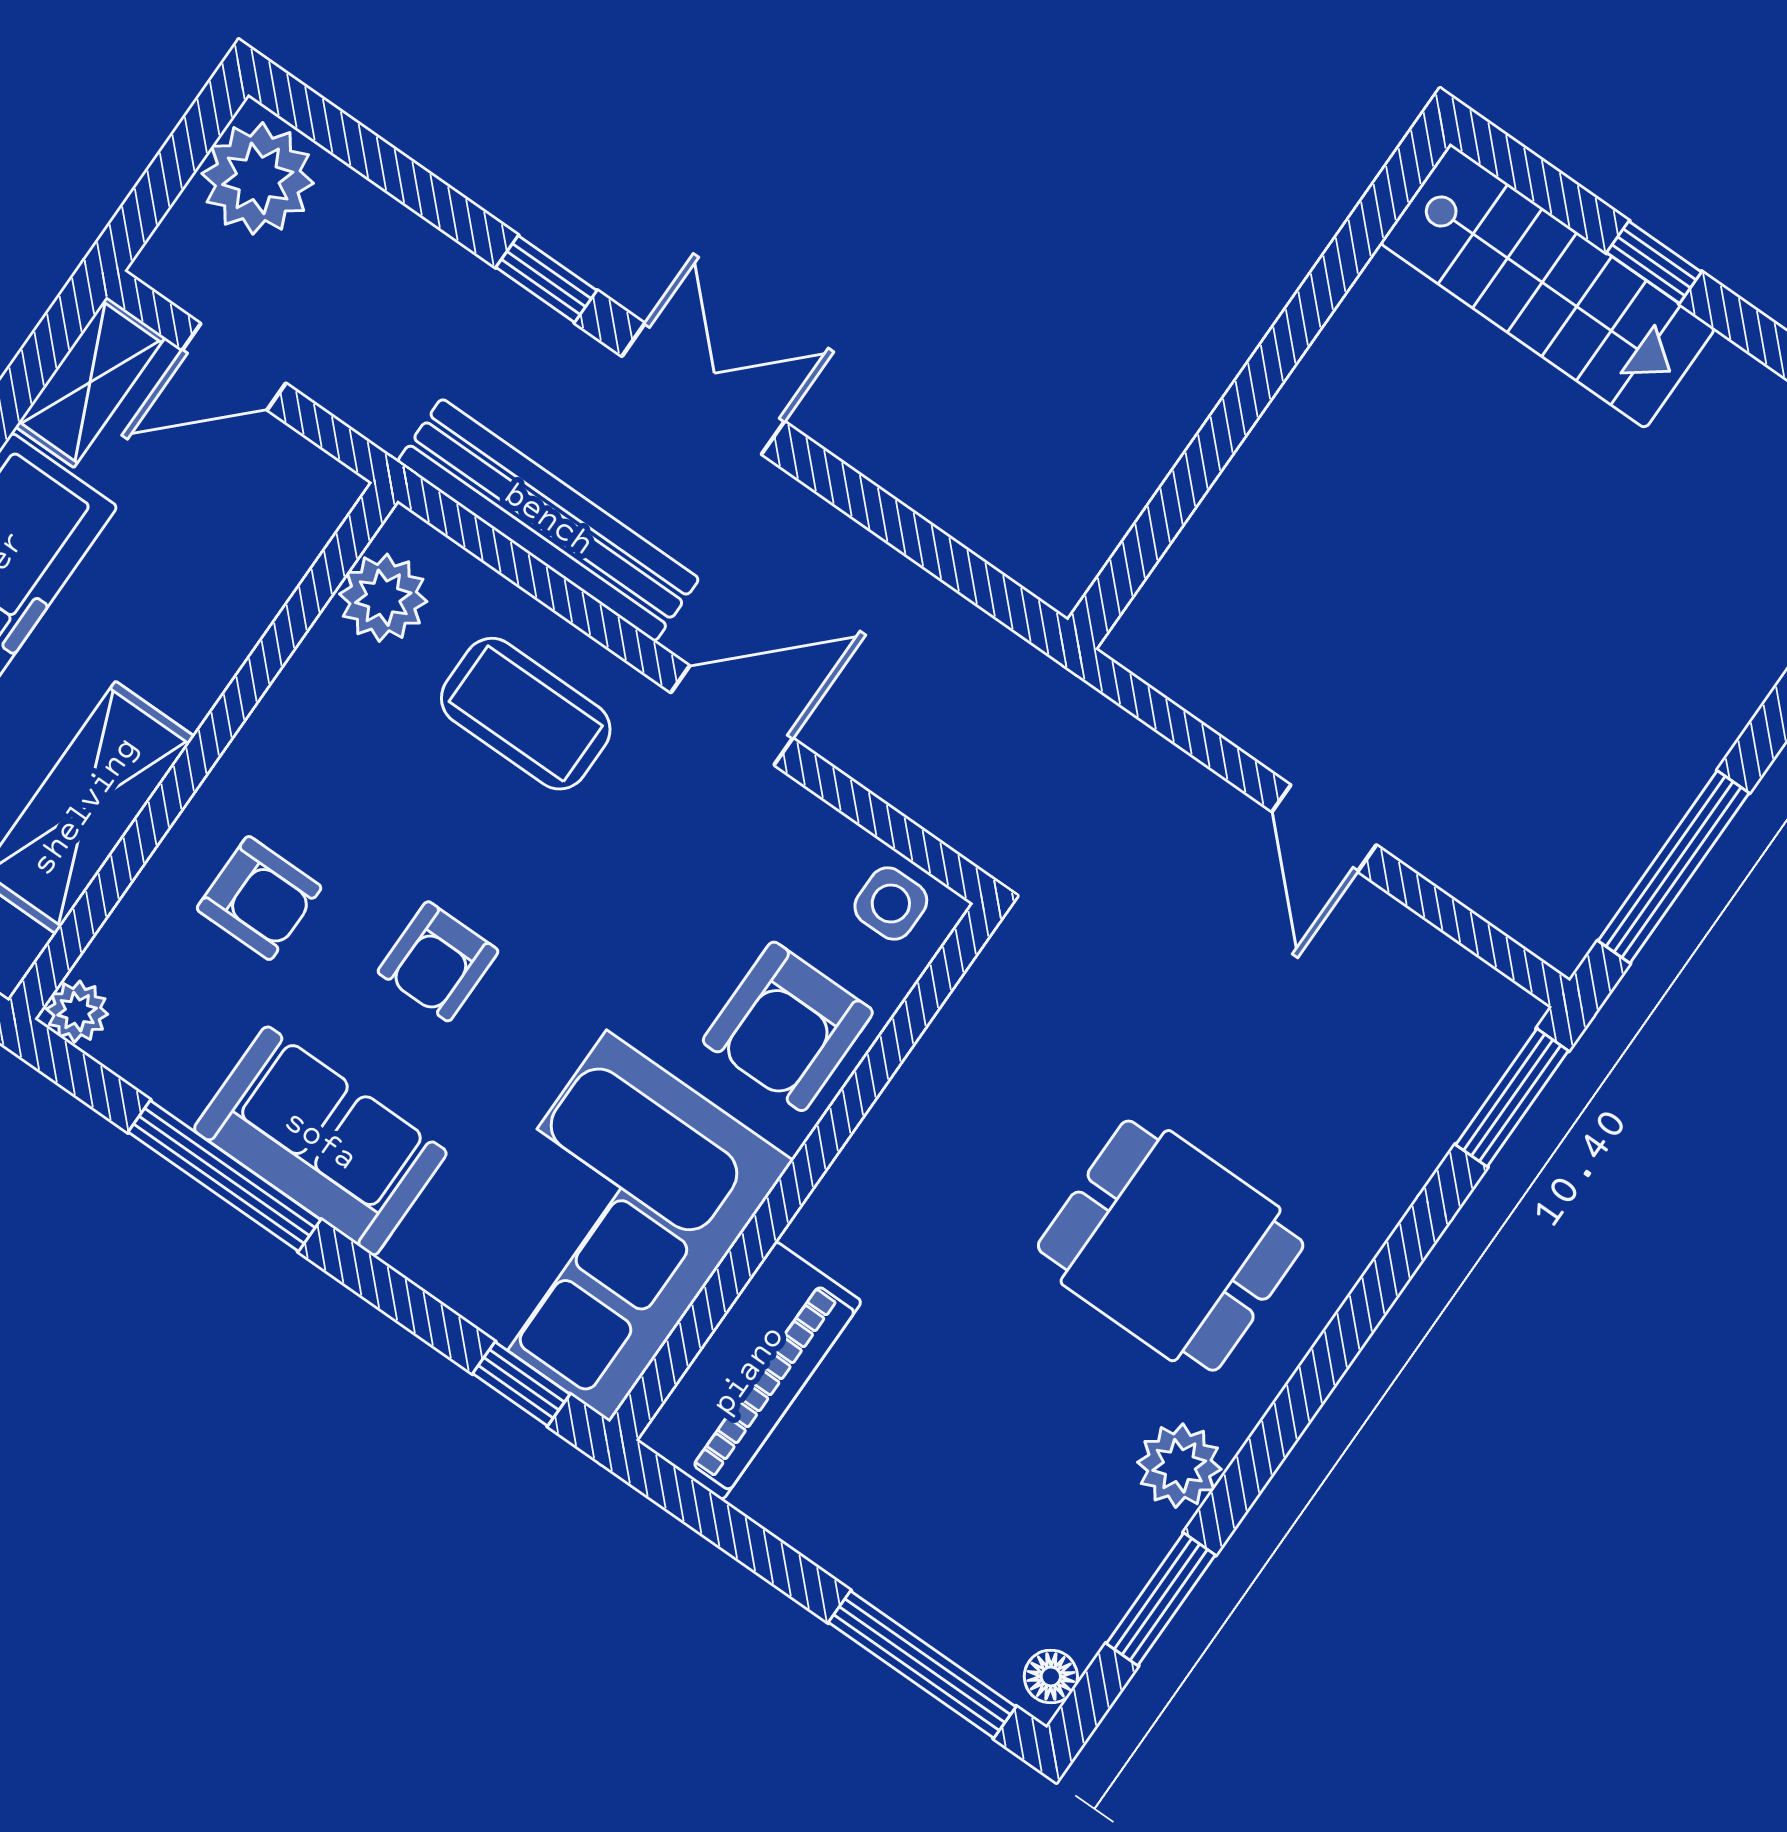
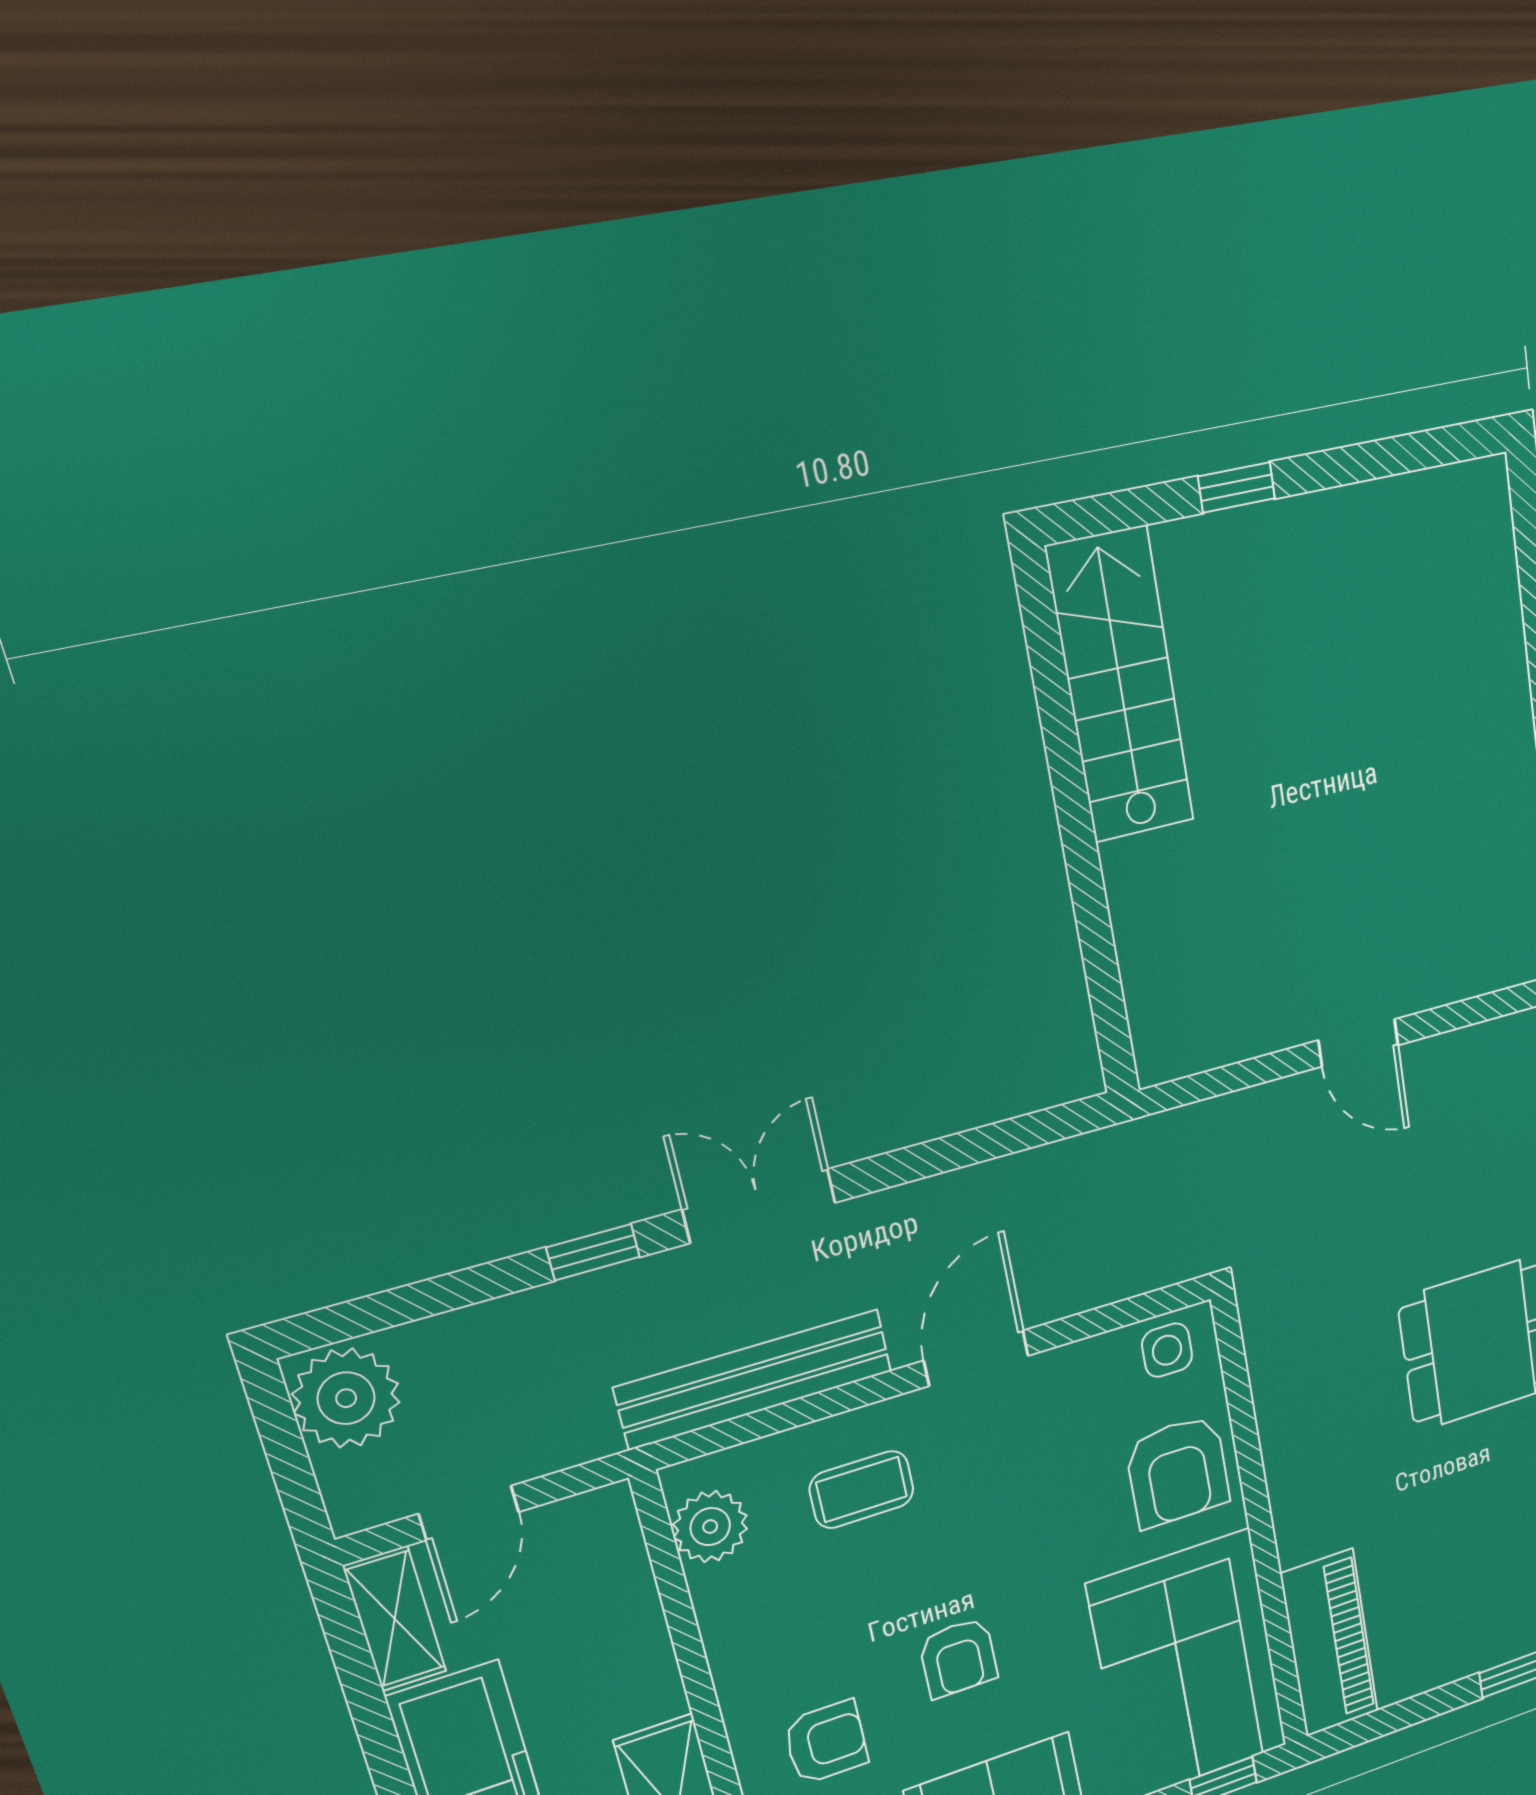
stairs: (1547, 286) -> (1121, 686), moved, turned -90
coffee table: (526, 714) -> (862, 1490), width x0.73, depth x0.77

